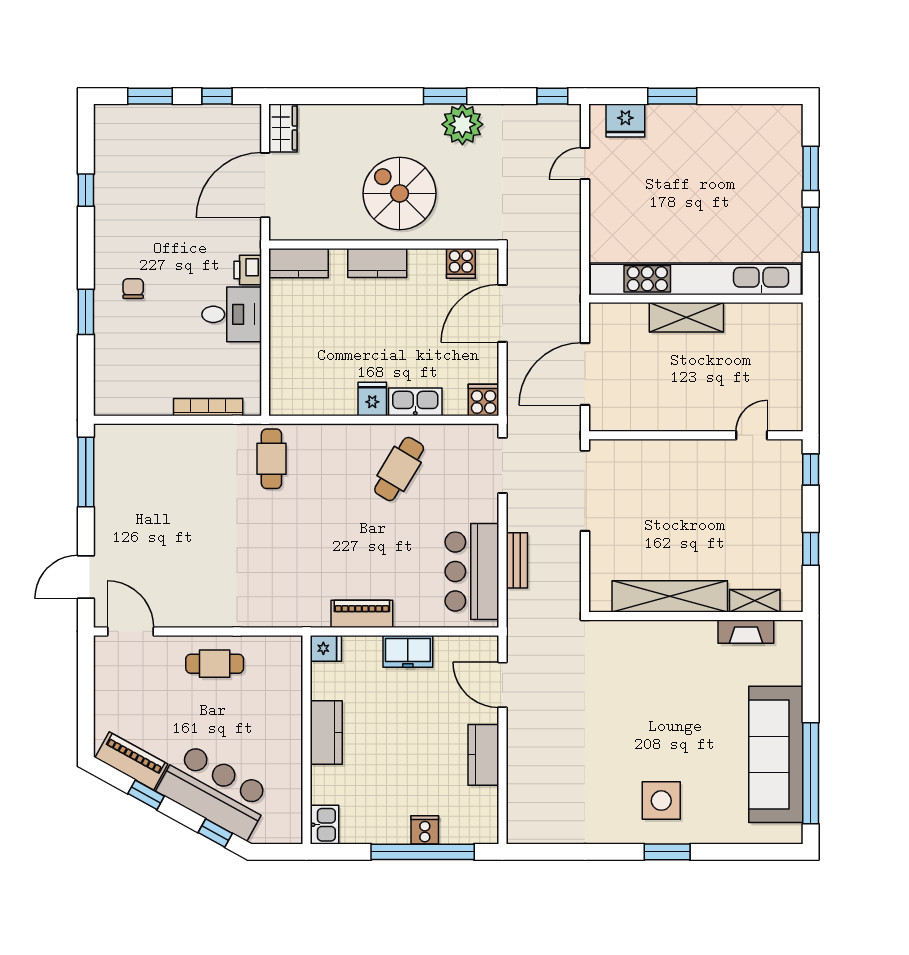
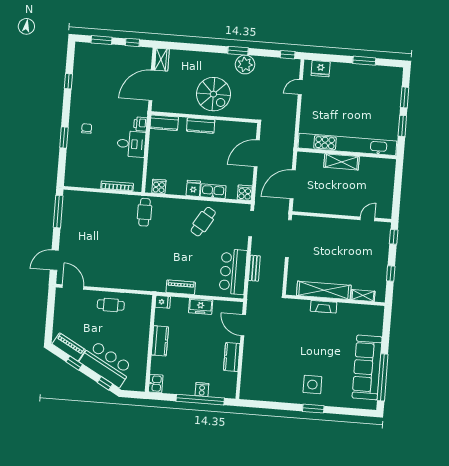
window: (672, 96) -> (364, 61), moved
spiral stairs: (400, 193) -> (213, 94), turned 180
cooker: (461, 263) -> (159, 186), moved, turned 180
fireplace: (746, 632) -> (324, 307), moved

